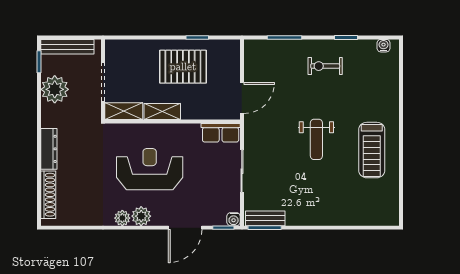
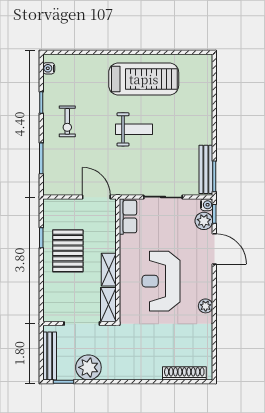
dresser: (49, 149) -> (143, 373), removed
treadmill: (372, 150) -> (144, 79), width x1.37, depth x1.38
plant: (141, 216) -> (204, 221), moved
bench: (265, 218) -> (206, 169), width x1.36

